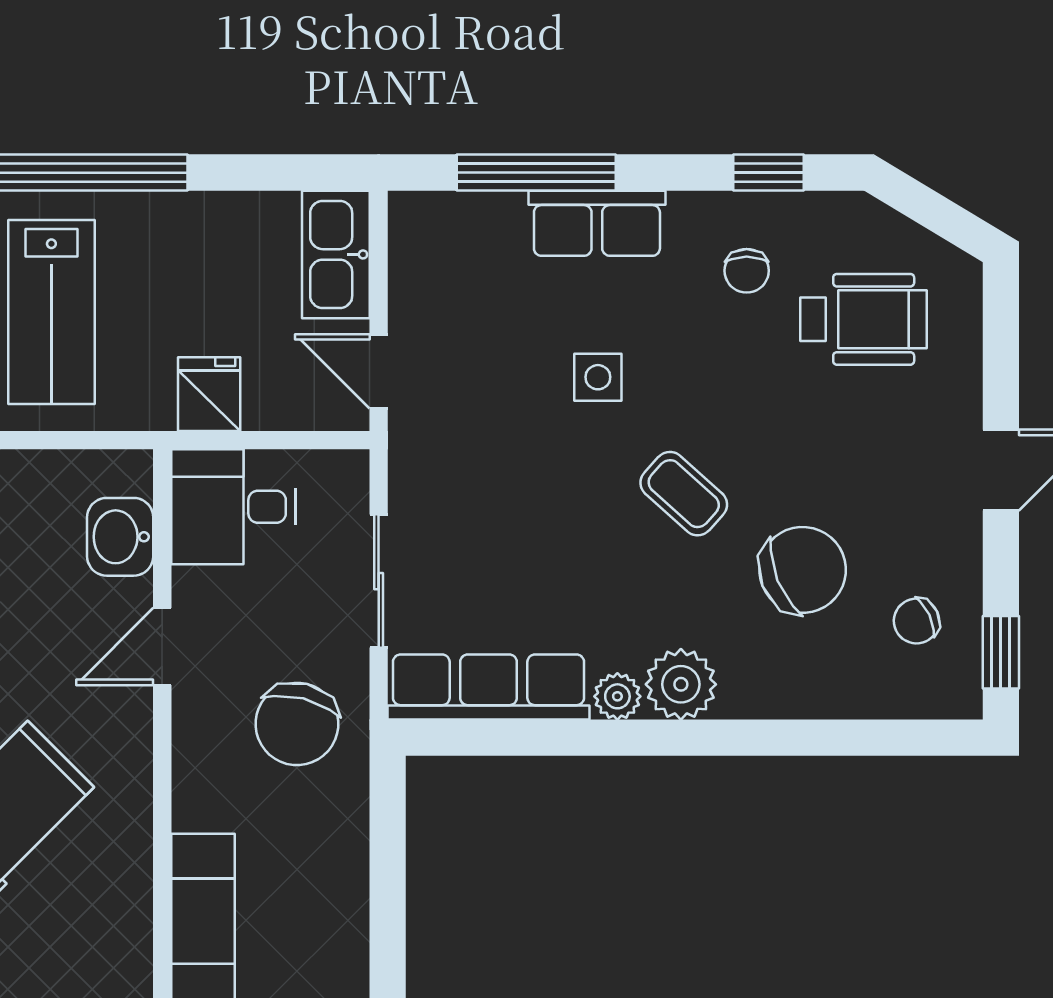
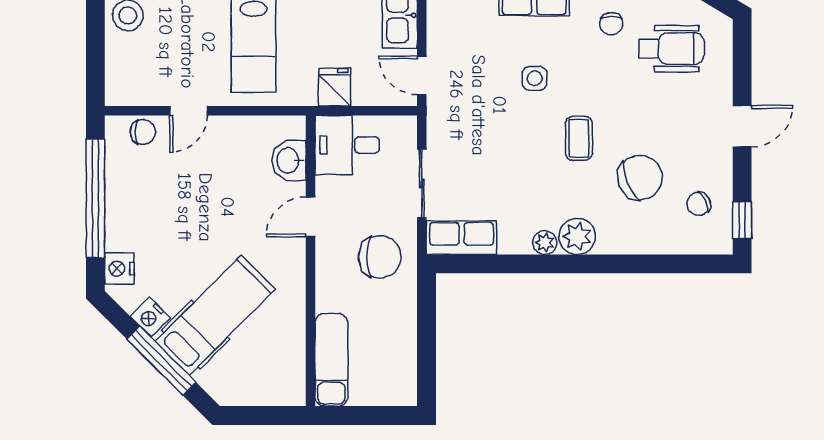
coffee table: (684, 494) -> (579, 138), turned 48
row of seats: (489, 687) -> (462, 238), width x0.68
chair: (297, 724) -> (380, 257), turned -104

